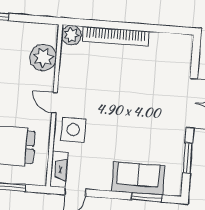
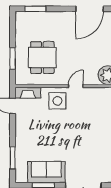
sofa: (138, 178) -> (46, 172), moved, turned -90

